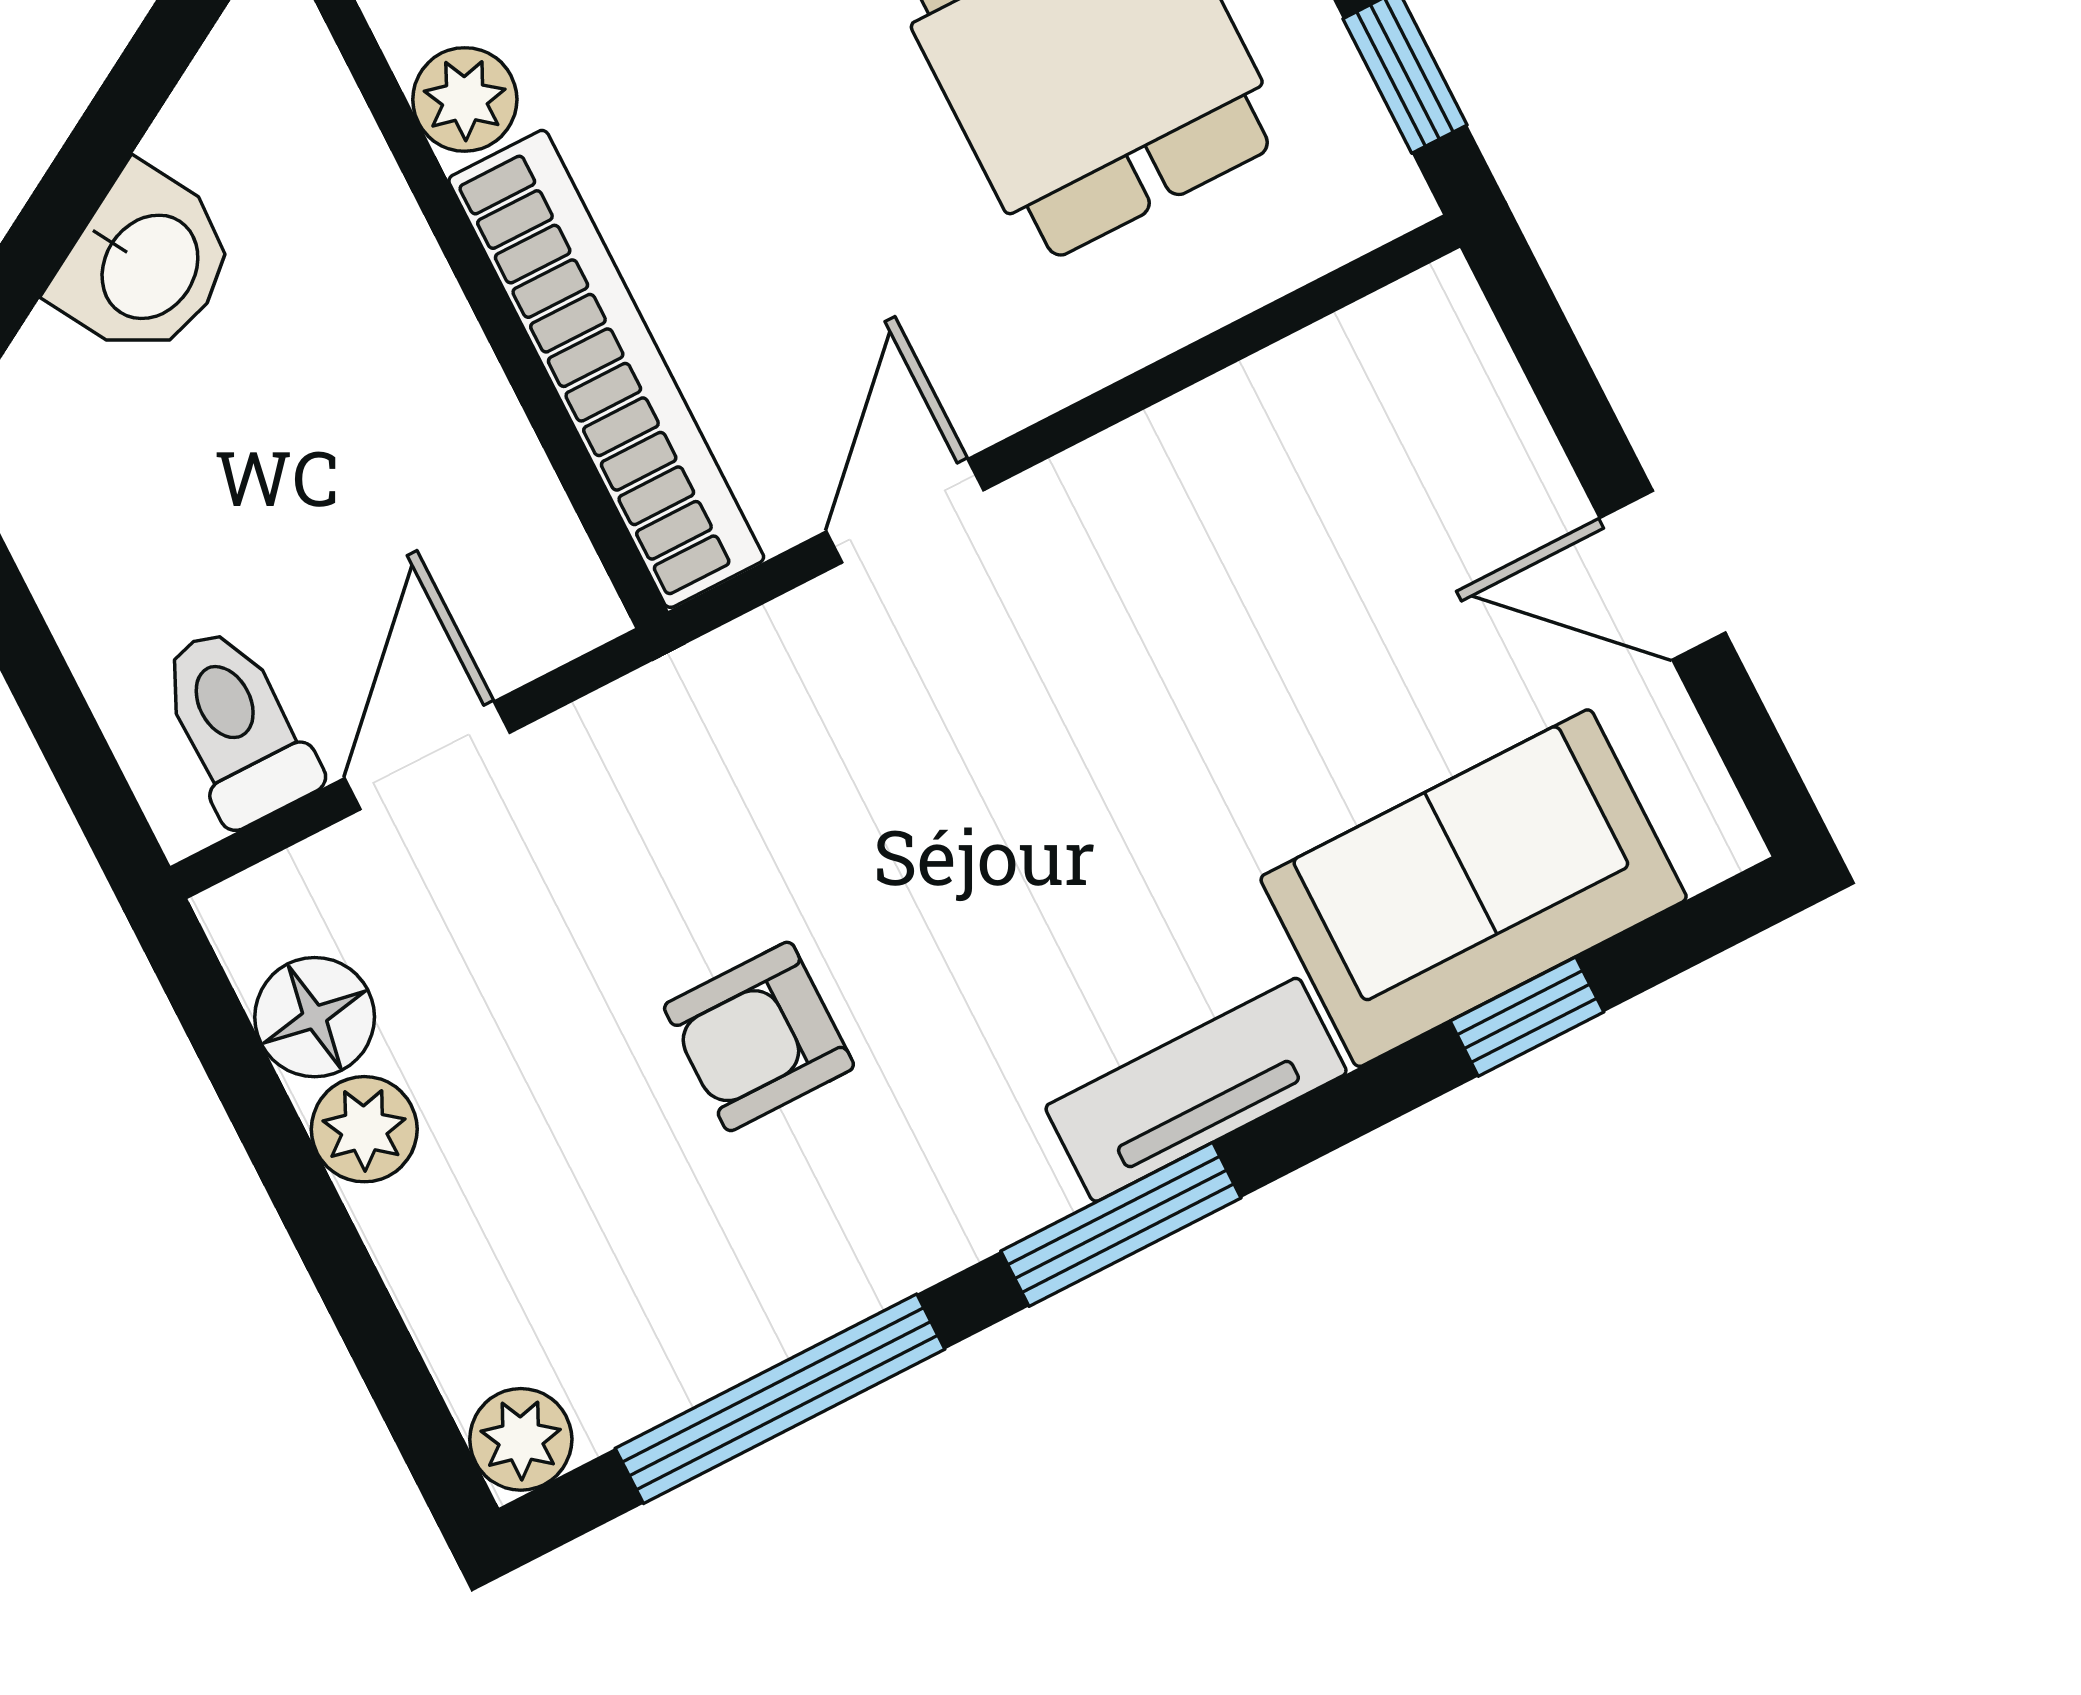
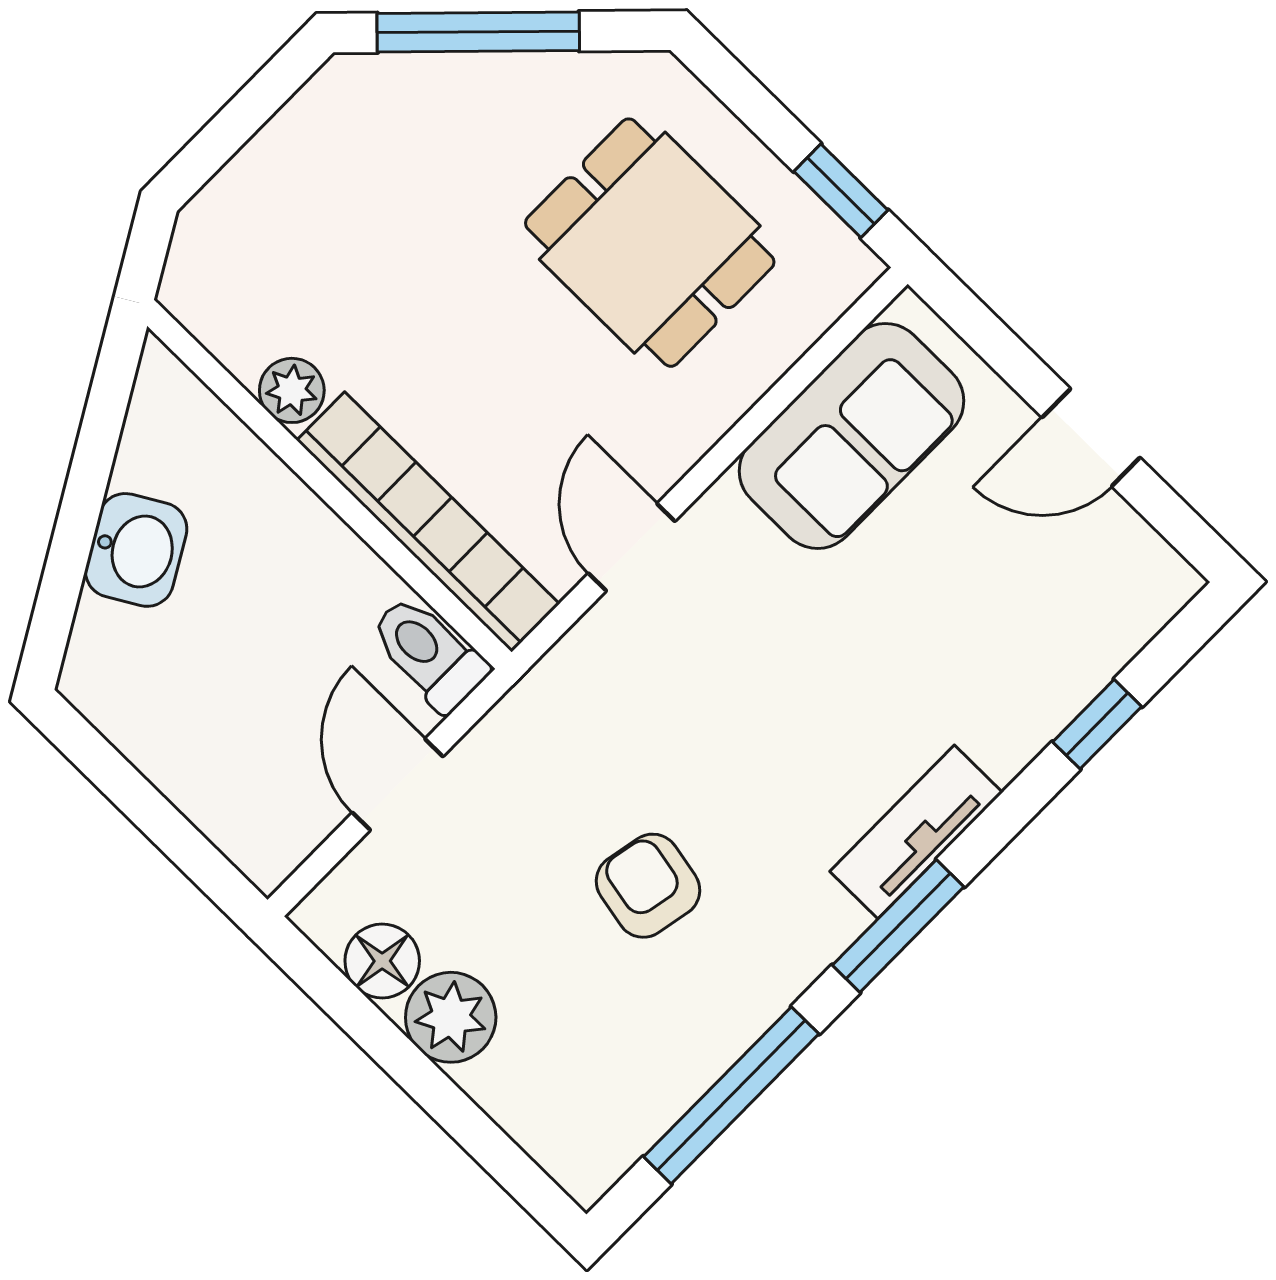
toilet: (237, 726) -> (428, 653), moved
sofa: (1474, 888) -> (851, 436), moved, turned 180
armchair: (759, 1036) -> (648, 886), turned 101
plant: (364, 1129) -> (451, 1017), width x1.38, depth x1.38
plant: (521, 1439) -> (586, 1170), removed

